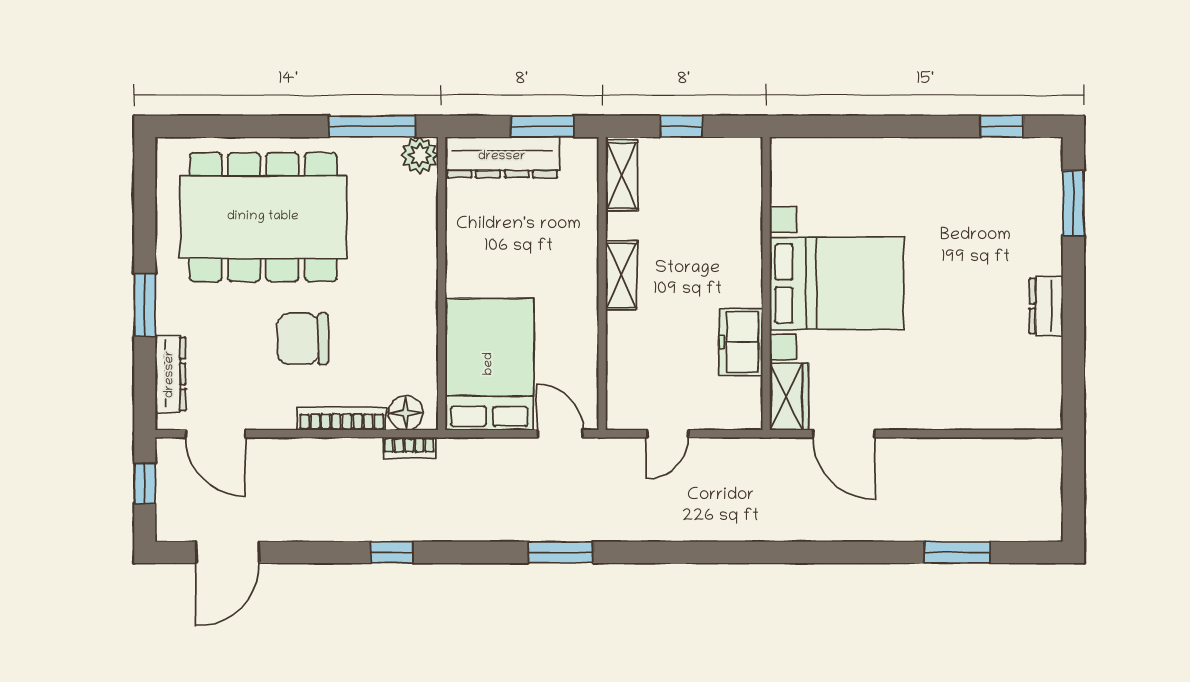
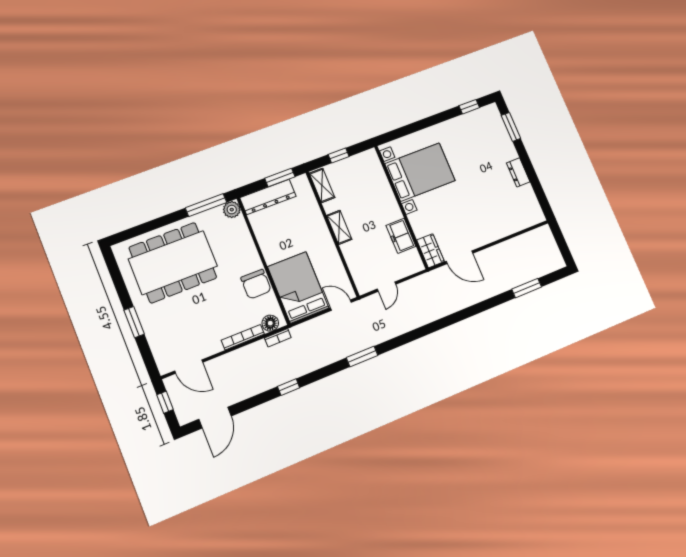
bed with nightstands: (837, 283) -> (420, 172), moved
chair: (303, 339) -> (256, 284), moved, turned -90
dresser: (170, 374) -> (158, 348), removed

